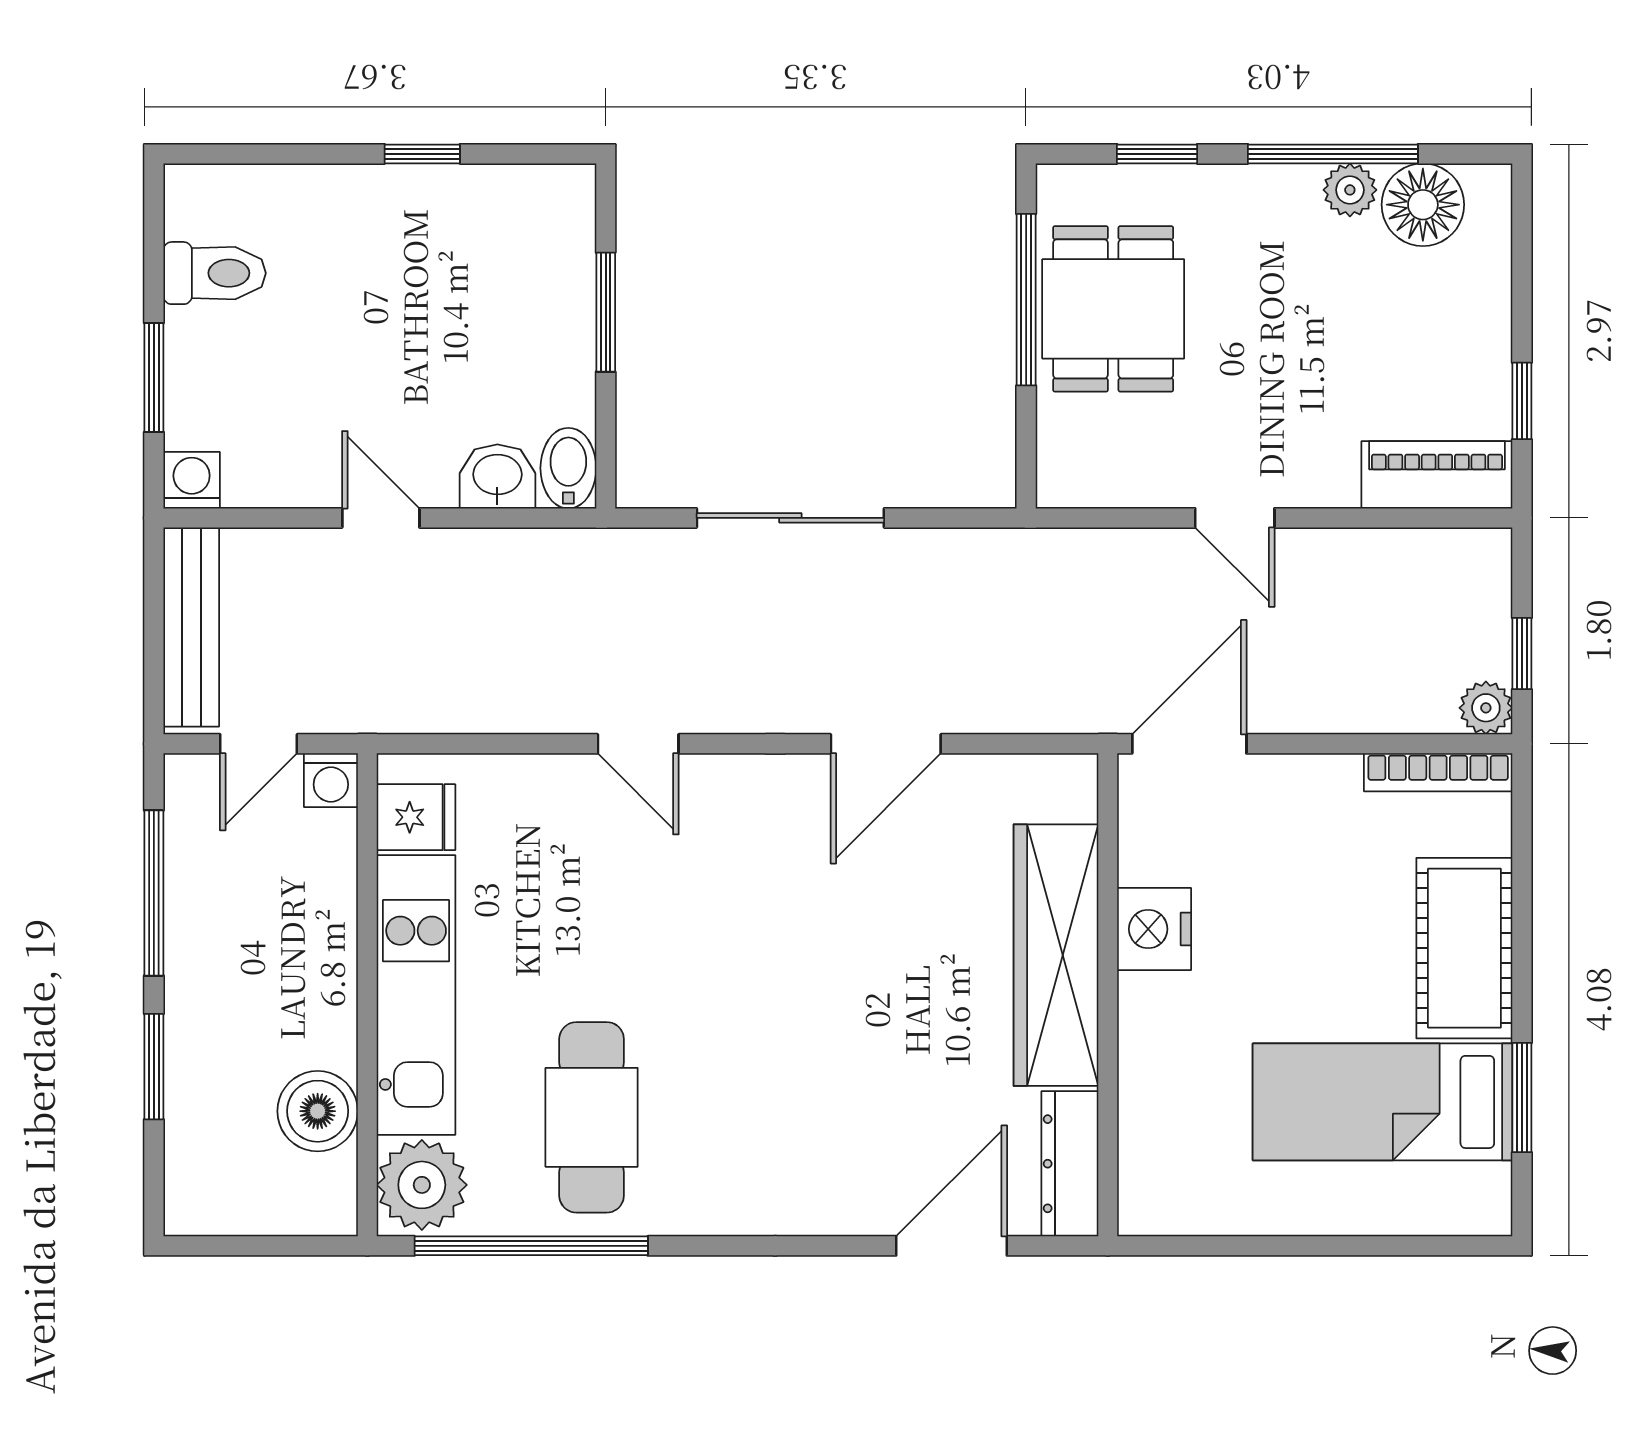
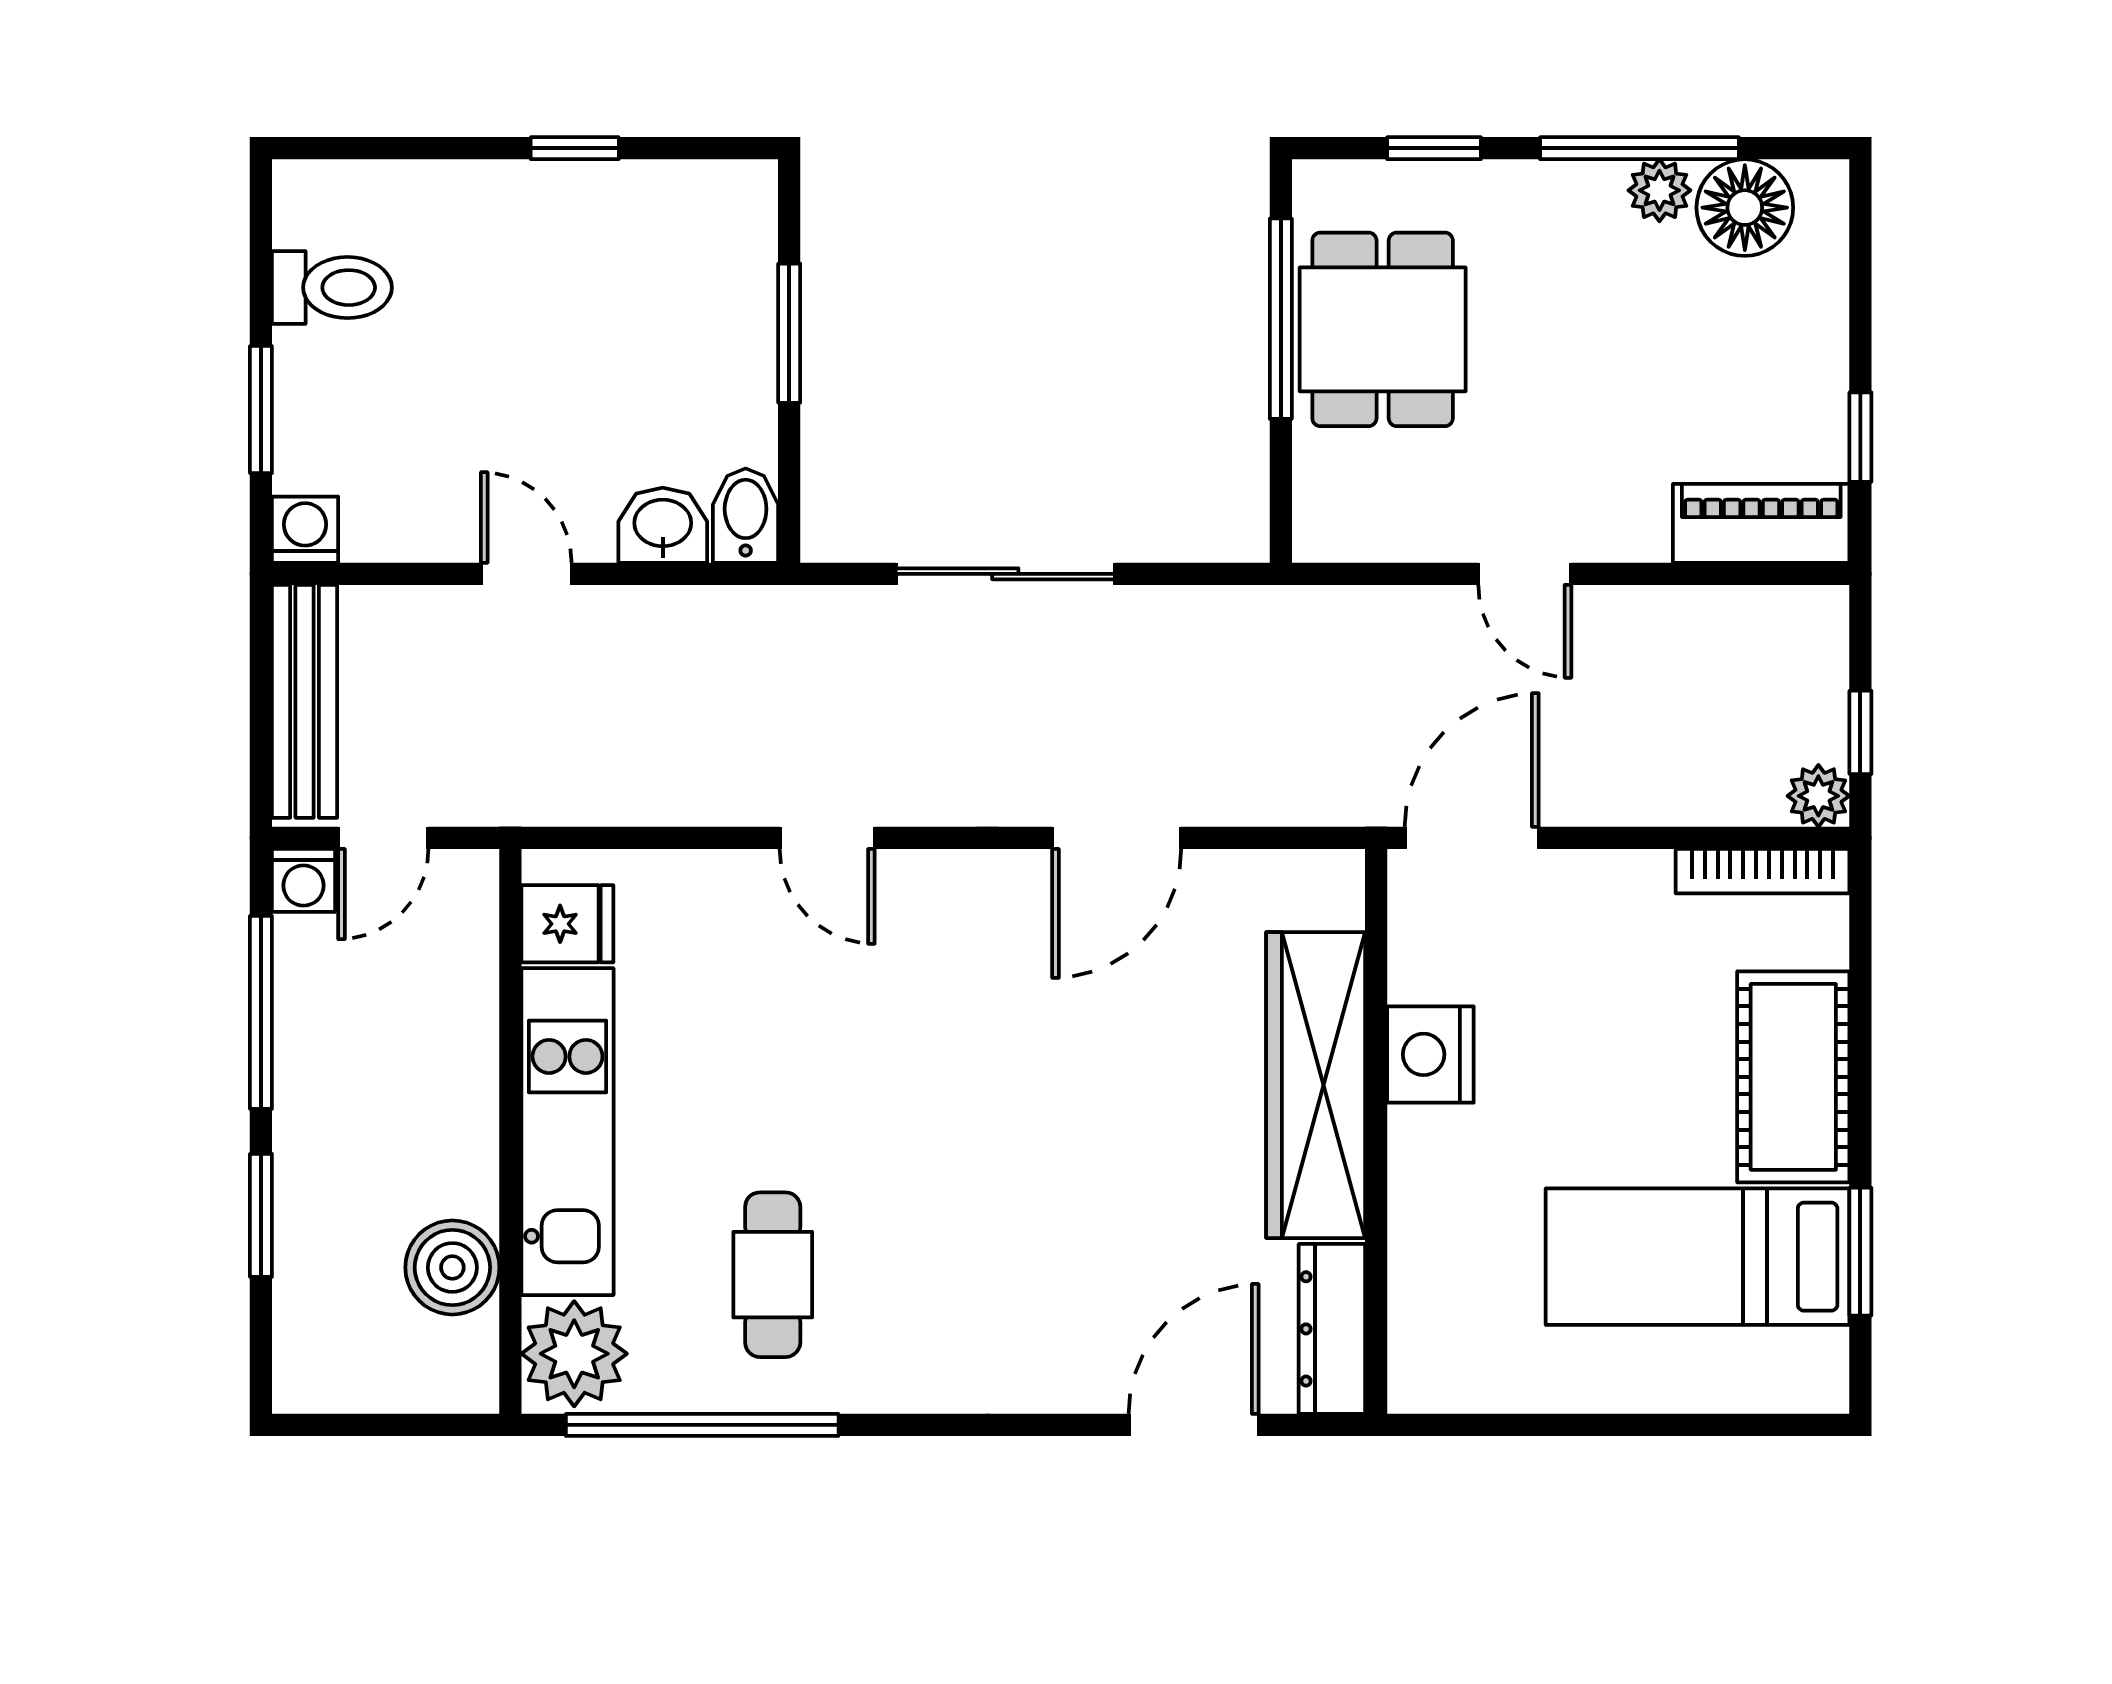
washing machine: (331, 780) -> (303, 880), moved
cafe table: (592, 1117) -> (773, 1275), width x0.73, depth x0.74

